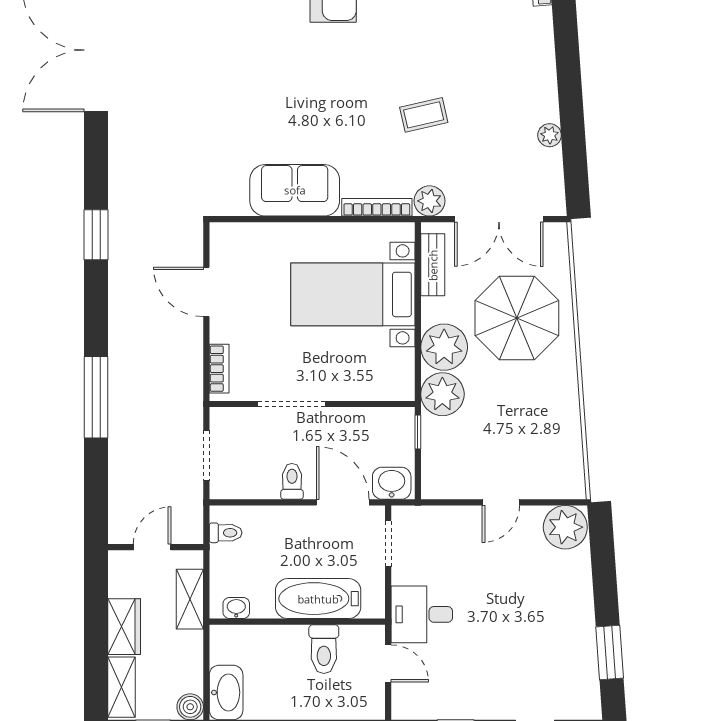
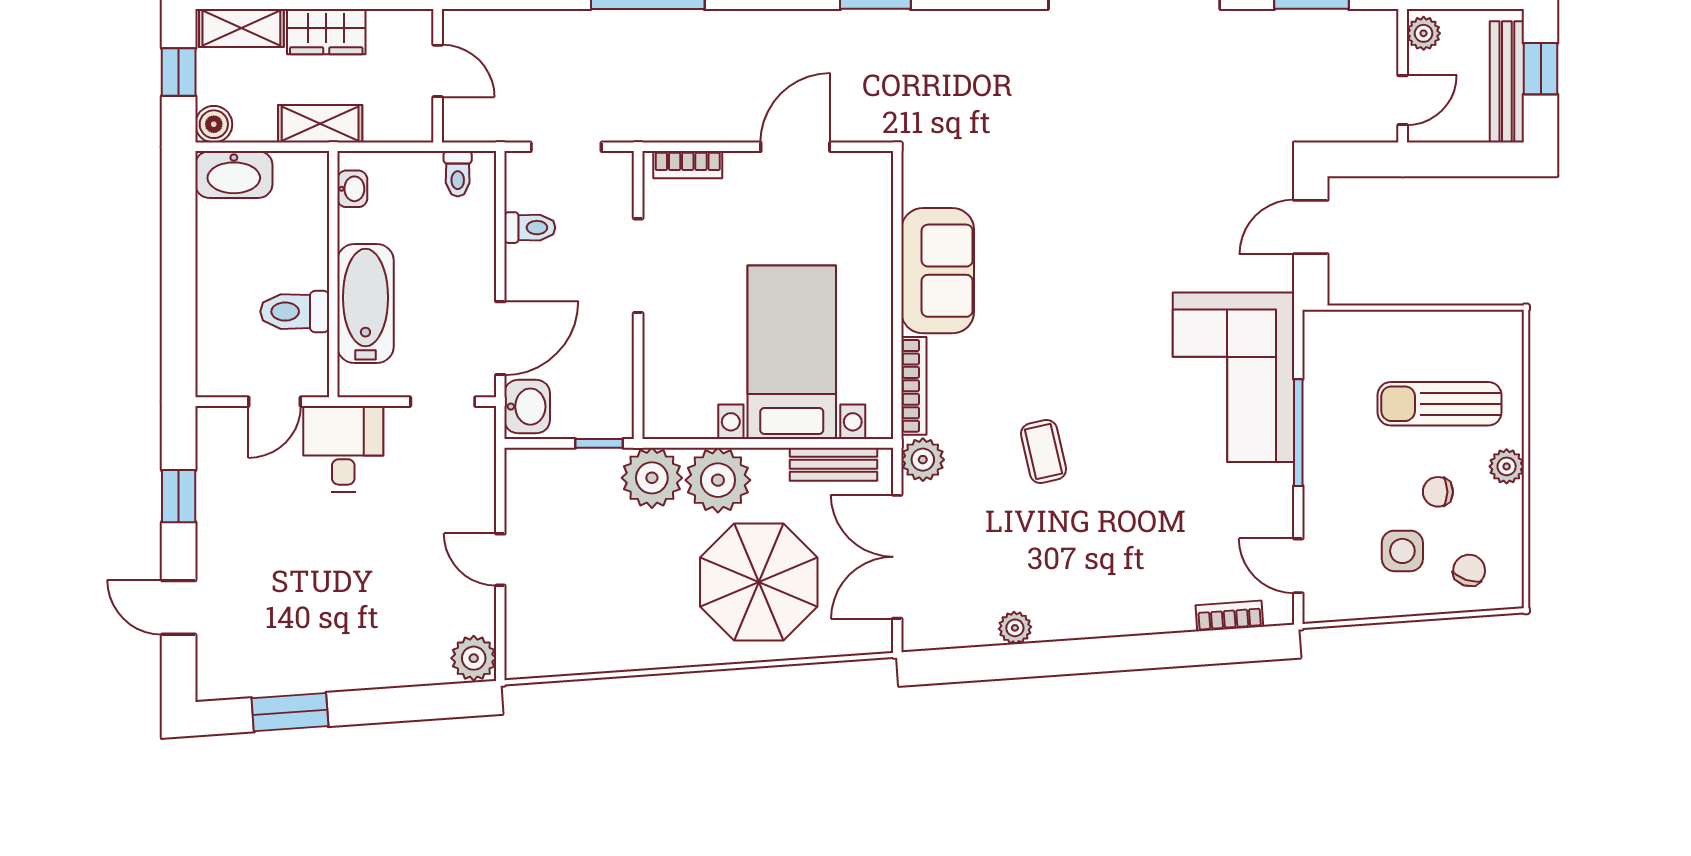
toilet: (292, 481) -> (530, 228), moved
plant: (565, 527) -> (474, 658), width x0.73, depth x0.73
shelving: (190, 599) -> (320, 124), moved

